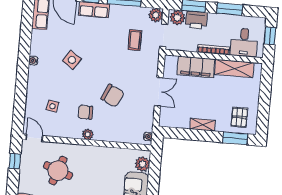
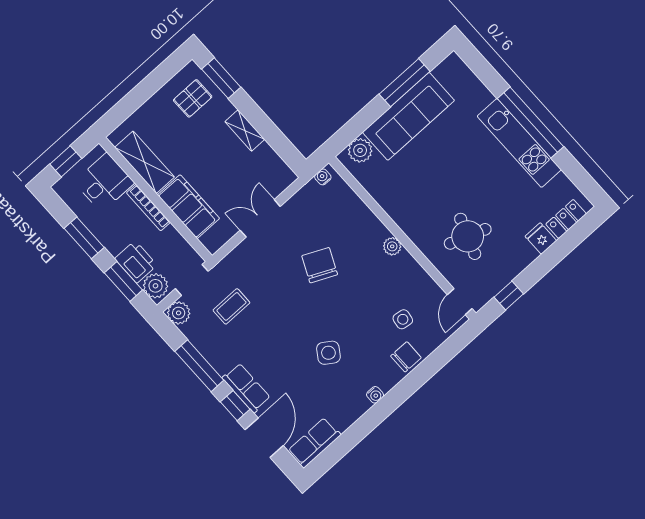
chair: (85, 112) -> (406, 357), moved, turned -90

